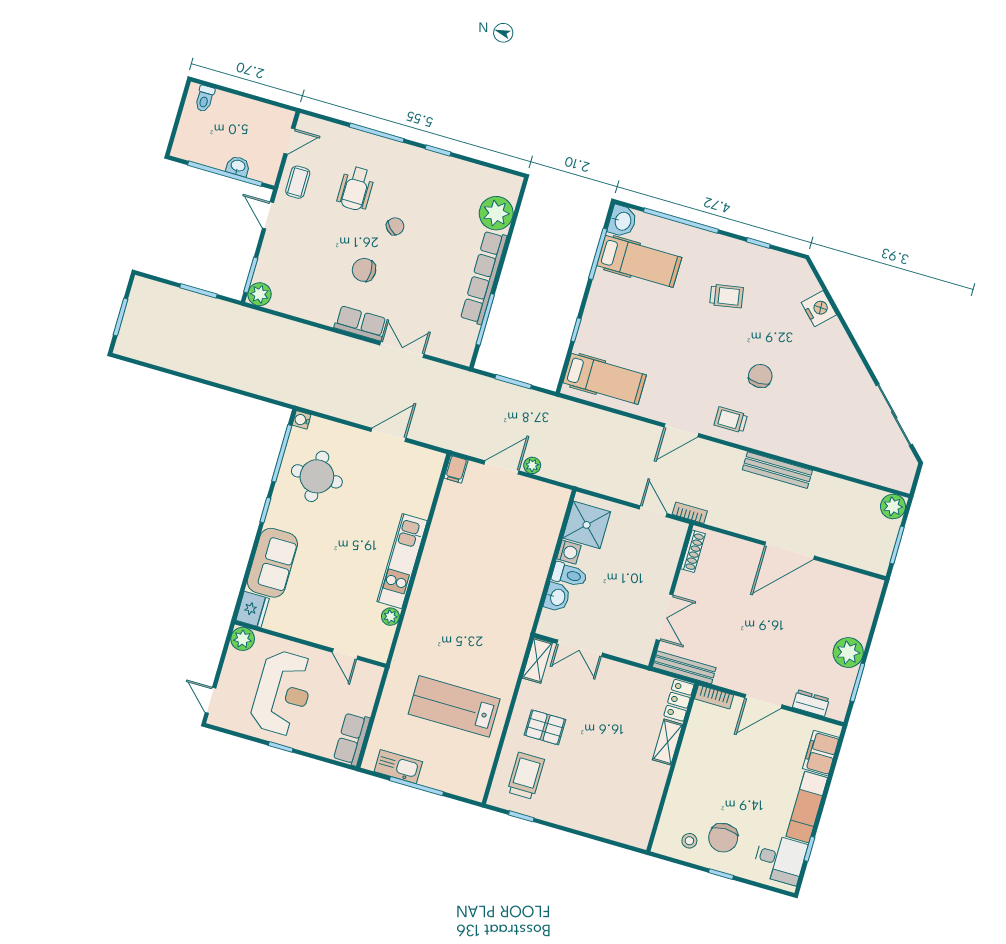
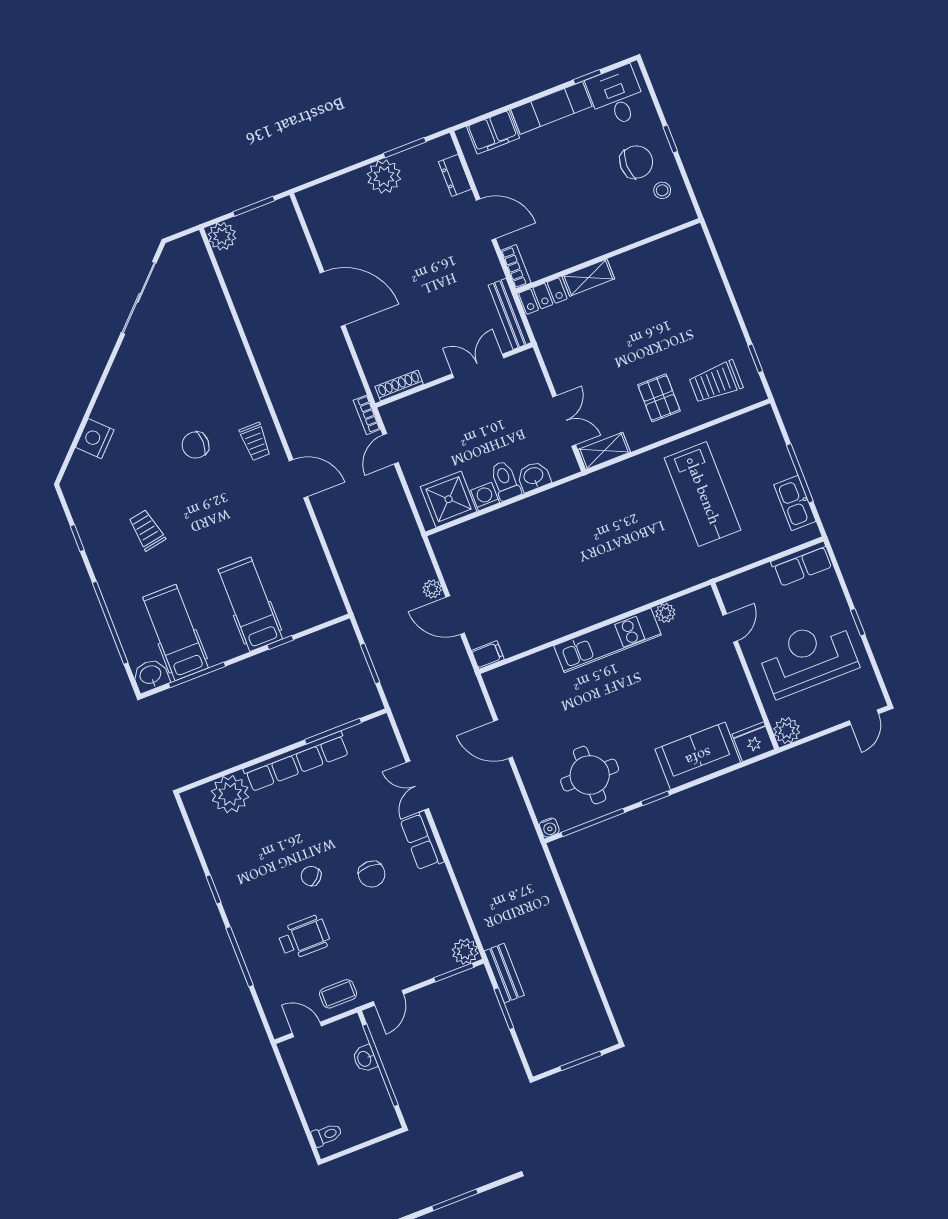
hospital bed: (605, 379) -> (250, 604), moved
bench: (777, 470) -> (504, 973), moved, width x0.73

